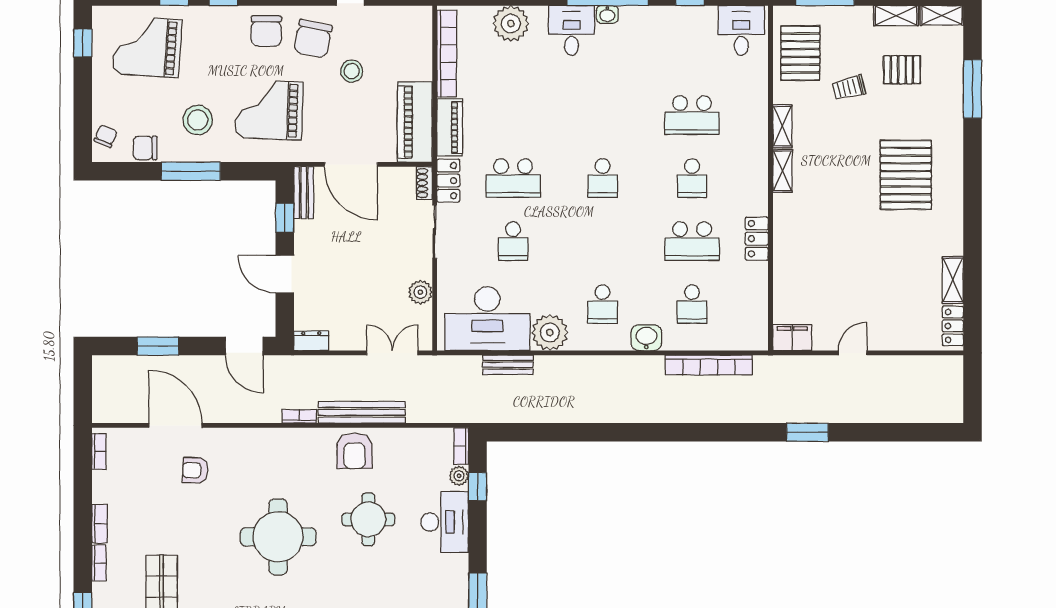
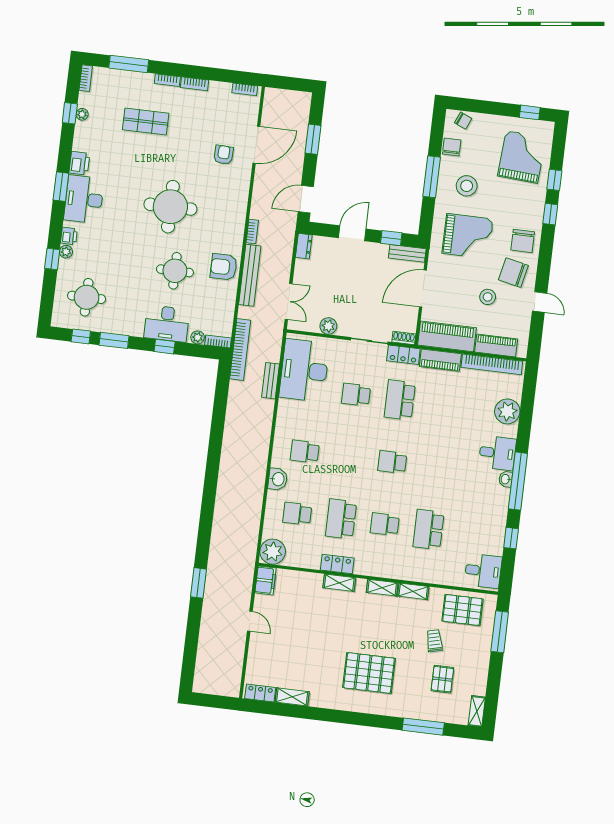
shelving: (896, 16) -> (339, 583), moved, turned 90
chair: (266, 31) -> (523, 241), turned -90
piano: (419, 51) -> (496, 345), added
grand piano: (269, 110) -> (468, 236), turned 88
plant: (550, 332) -> (273, 552), moved
bookcase: (709, 365) -> (240, 349), moved, turned 180
window: (478, 487) -> (165, 347), moved

